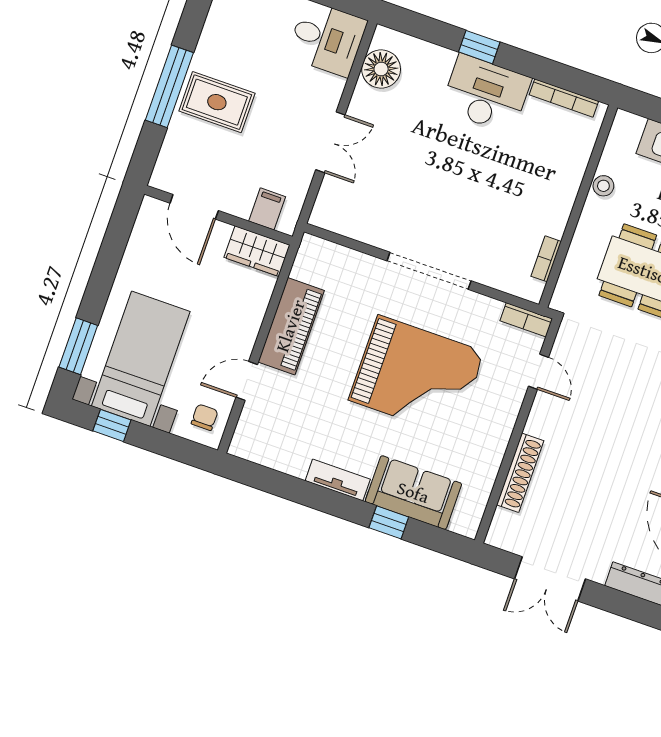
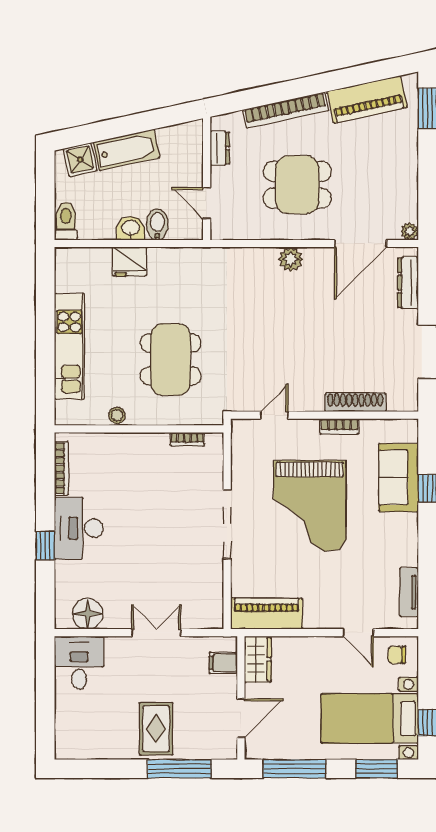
window: (169, 86) -> (179, 769), moved
window: (112, 249) -> (295, 769), added
bookcase: (526, 320) -> (339, 426), moved, turned 90
piano: (291, 326) -> (266, 614), moved
grand piano: (417, 376) -> (310, 506), turned 180
tv unit: (338, 480) -> (409, 592), moved

